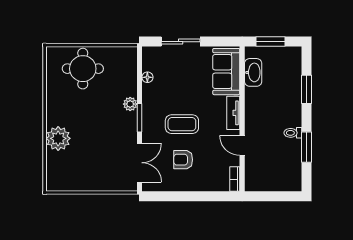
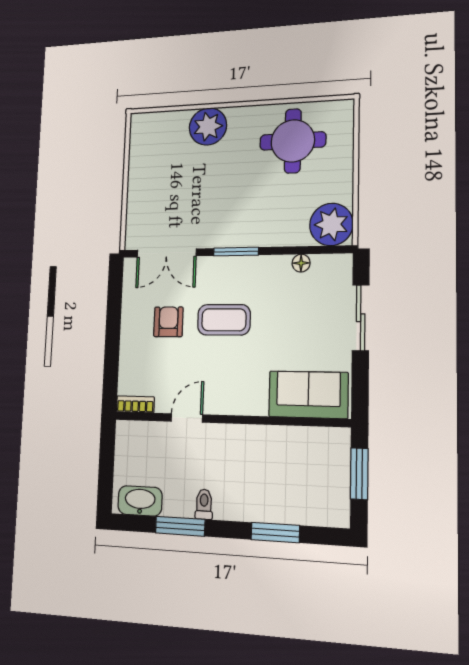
round table: (83, 69) -> (293, 141), moved
washbasin: (253, 72) -> (140, 501), moved, turned 180
plant: (130, 104) -> (331, 224), moved, width x1.88, depth x1.88
tv unit: (233, 113) -> (239, 405), removed
coffee table: (182, 124) -> (224, 320), turned 90

